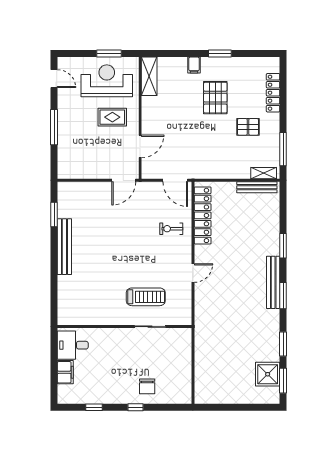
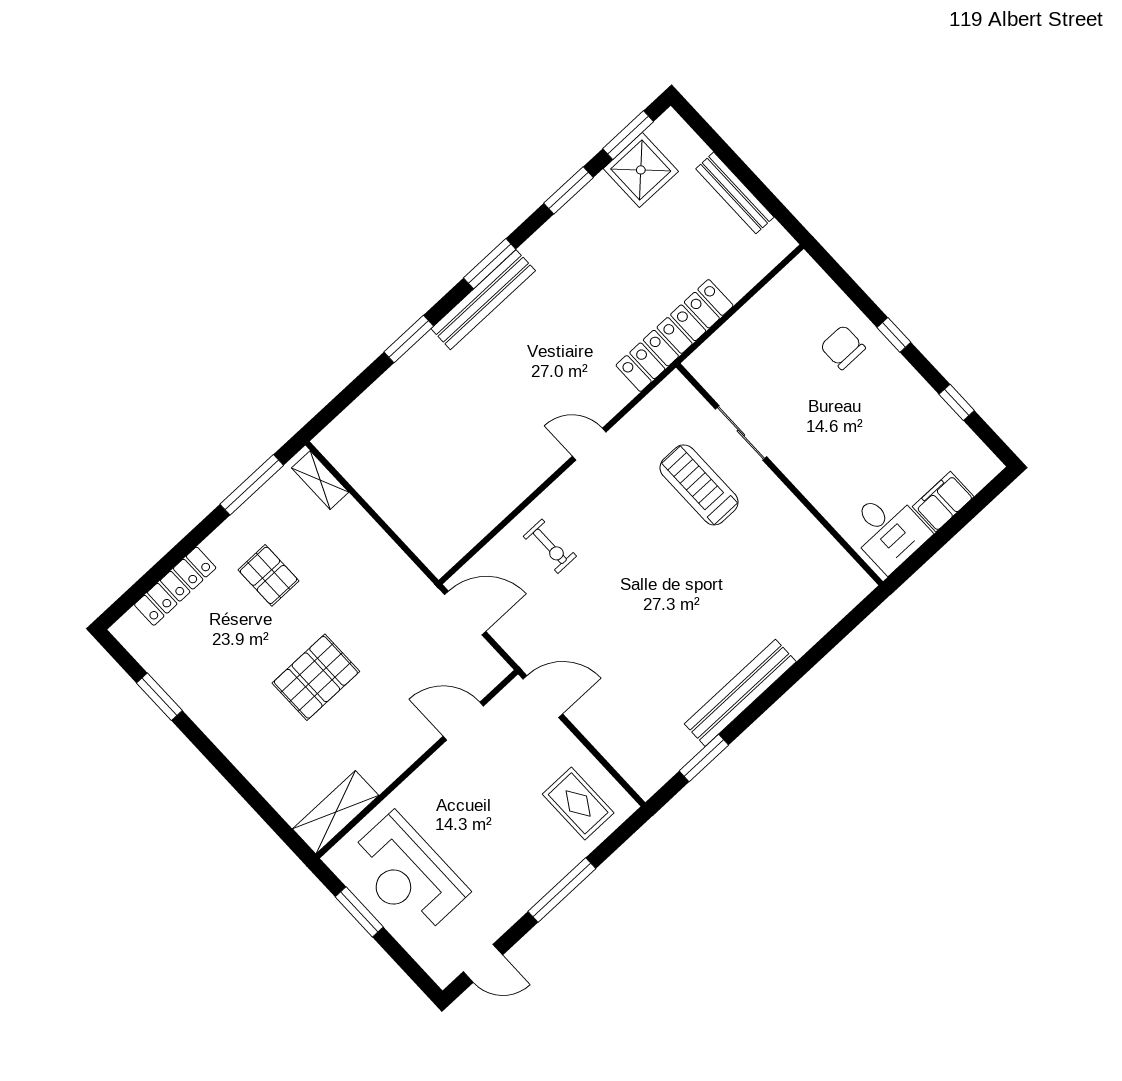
window: (220, 54) -> (159, 697), moved
filing cabinet: (194, 65) -> (250, 756), removed
door: (54, 79) -> (483, 963), swing flipped
pallet: (215, 98) -> (316, 677), moved
rug: (112, 117) -> (578, 803), moved
door: (175, 180) -> (465, 613), hinge flipped
bench: (257, 187) -> (735, 193), moved
locker: (203, 215) -> (675, 335), moved
chair: (147, 386) -> (843, 347), turned -90

